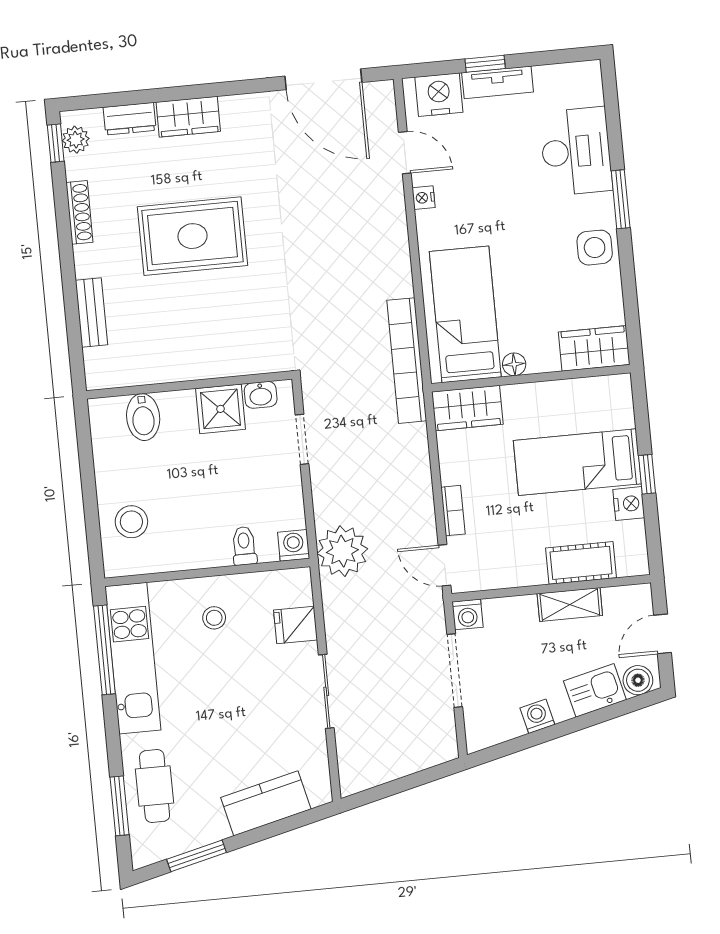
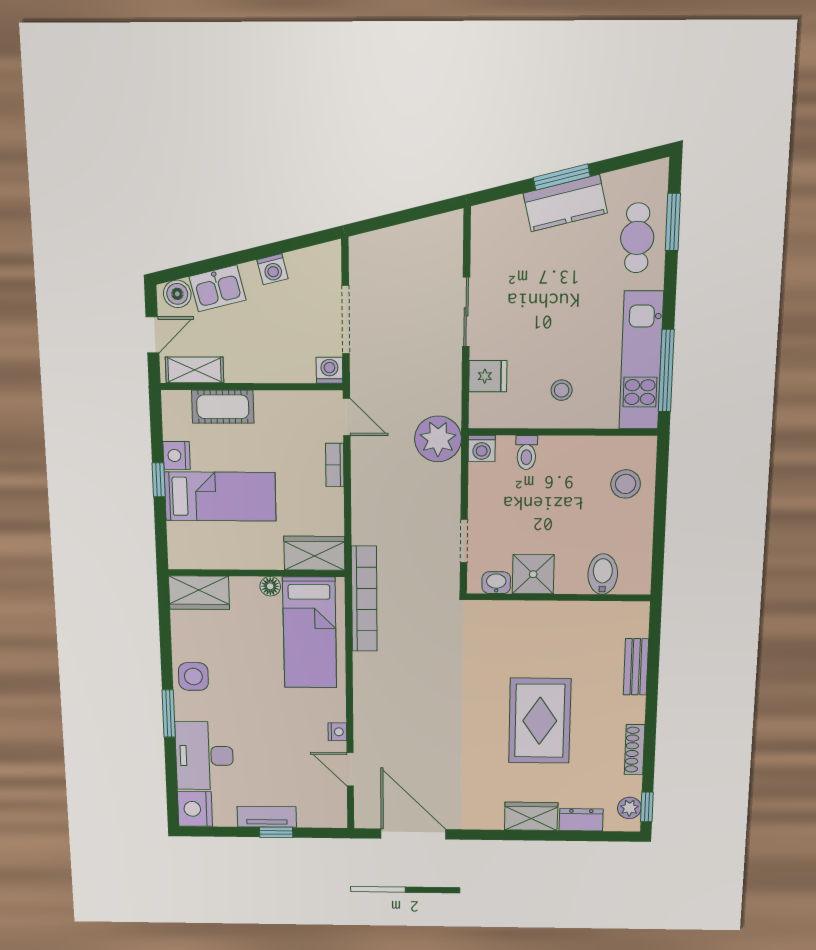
nightstand: (439, 95) -> (195, 809), moved, turned 90
rug: (192, 236) -> (540, 721), turned 90
shelving: (570, 605) -> (194, 370), moved
kitchen counter: (266, 803) -> (565, 203), moved
window: (196, 856) -> (562, 177), moved

